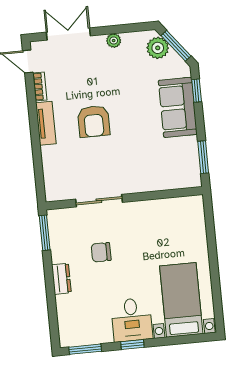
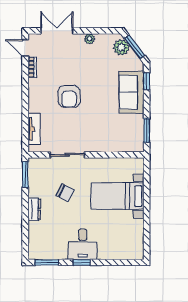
tv unit: (46, 123) -> (34, 129), moved
chair: (101, 252) -> (65, 193), turned -153
bed with nightstands: (181, 300) -> (117, 196), moved, turned -90

